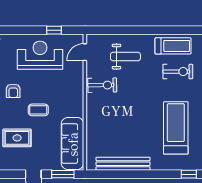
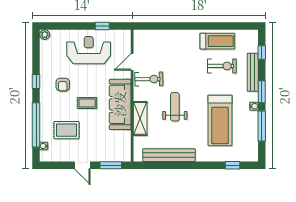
door: (85, 52) -> (132, 62), moved
weight bench: (125, 57) -> (175, 107), moved, turned -90
shelving: (93, 126) -> (140, 118), added
treadmill: (176, 128) -> (220, 120), turned 180
sofa: (73, 144) -> (120, 104), moved

